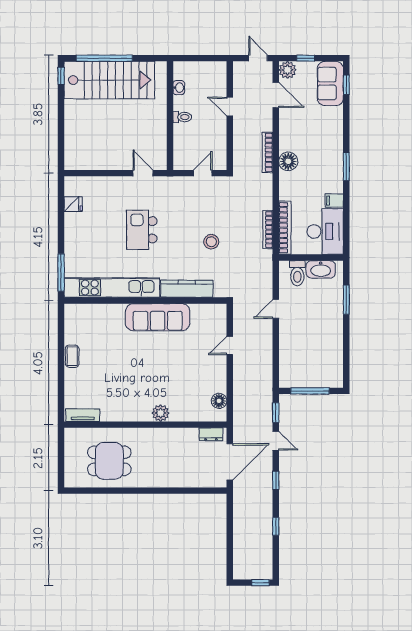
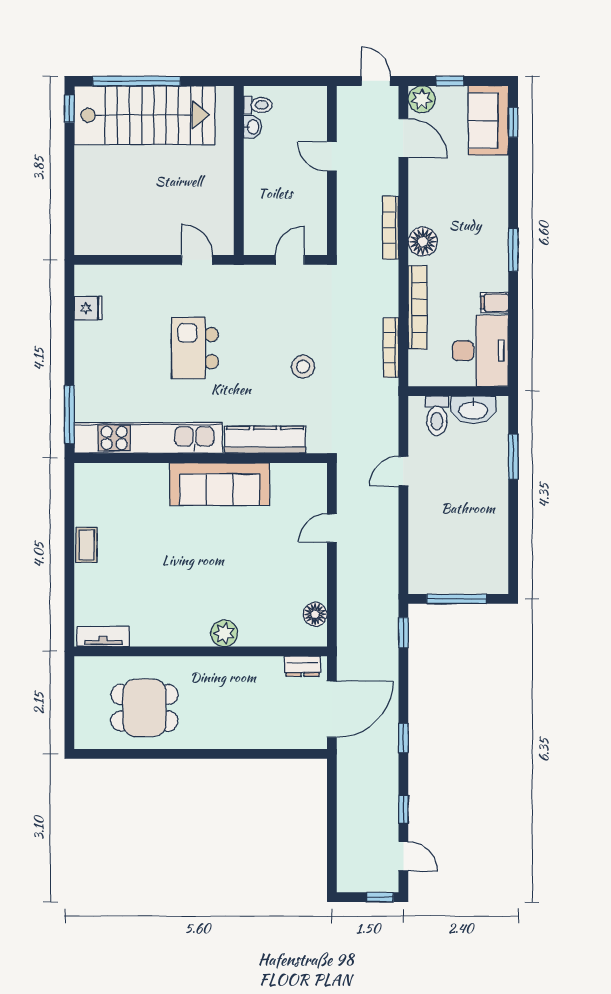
toilet: (182, 117) -> (258, 105), moved
bookcase: (285, 228) -> (418, 308), moved
door: (276, 441) -> (403, 856), moved

